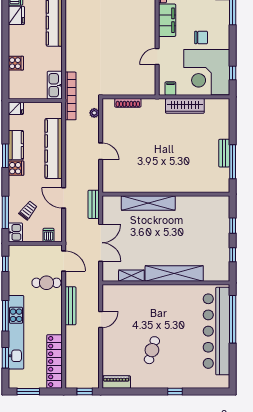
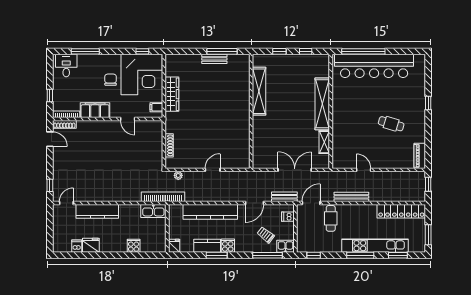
shelving: (148, 203) -> (259, 91), moved
bench: (94, 204) -> (284, 197), moved

